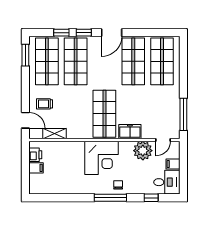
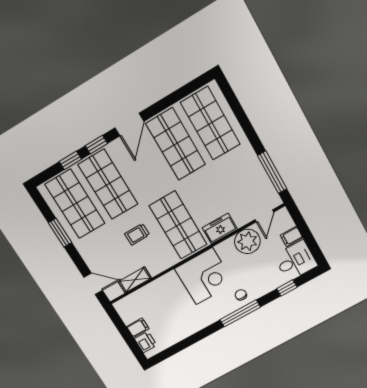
window: (25, 55) -> (60, 233), moved
trolley: (45, 104) -> (137, 234), moved
printer: (35, 155) -> (146, 342), moved

